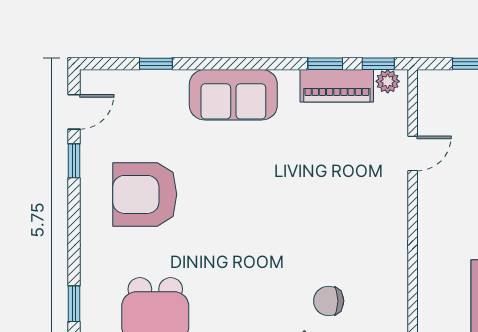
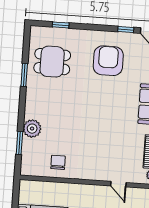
chair: (329, 301) -> (58, 162), moved

